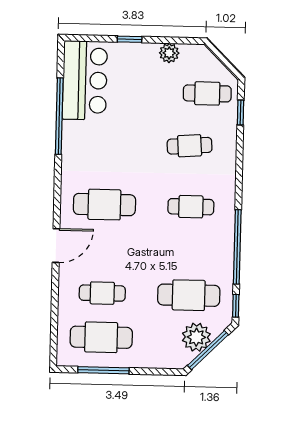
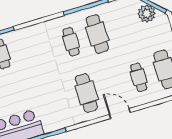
cafe table: (190, 146) -> (36, 54), removed
cafe table: (189, 295) -> (97, 34), moved

